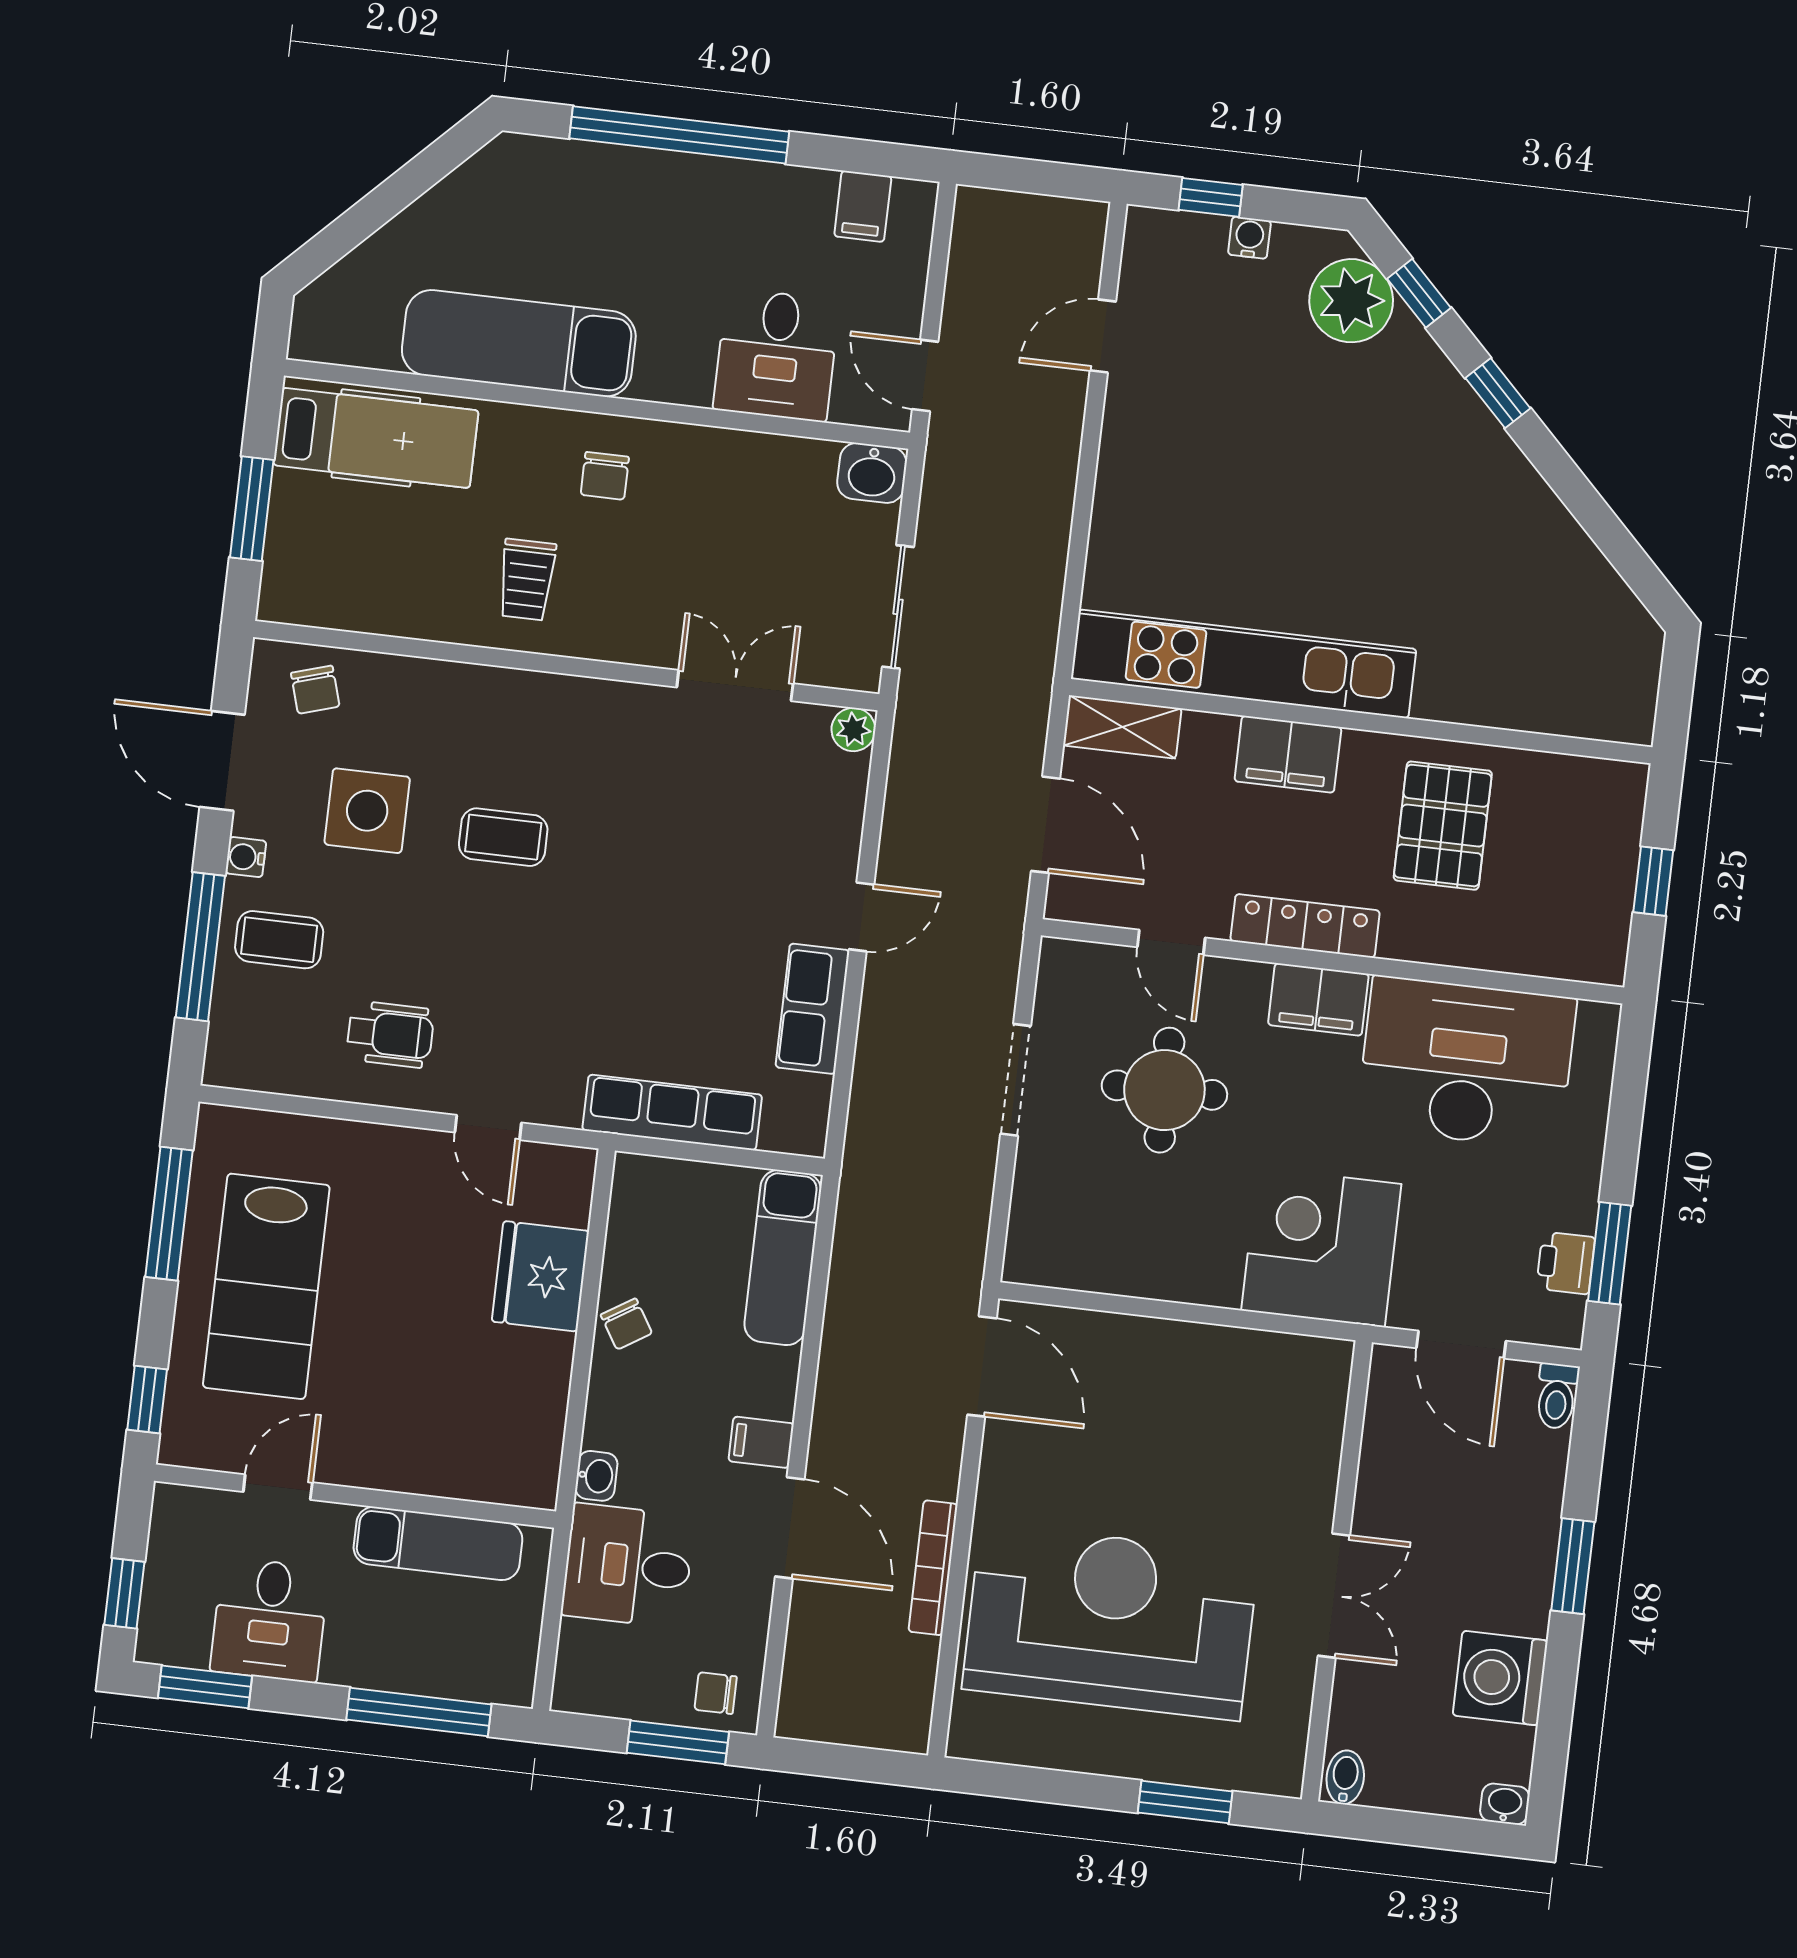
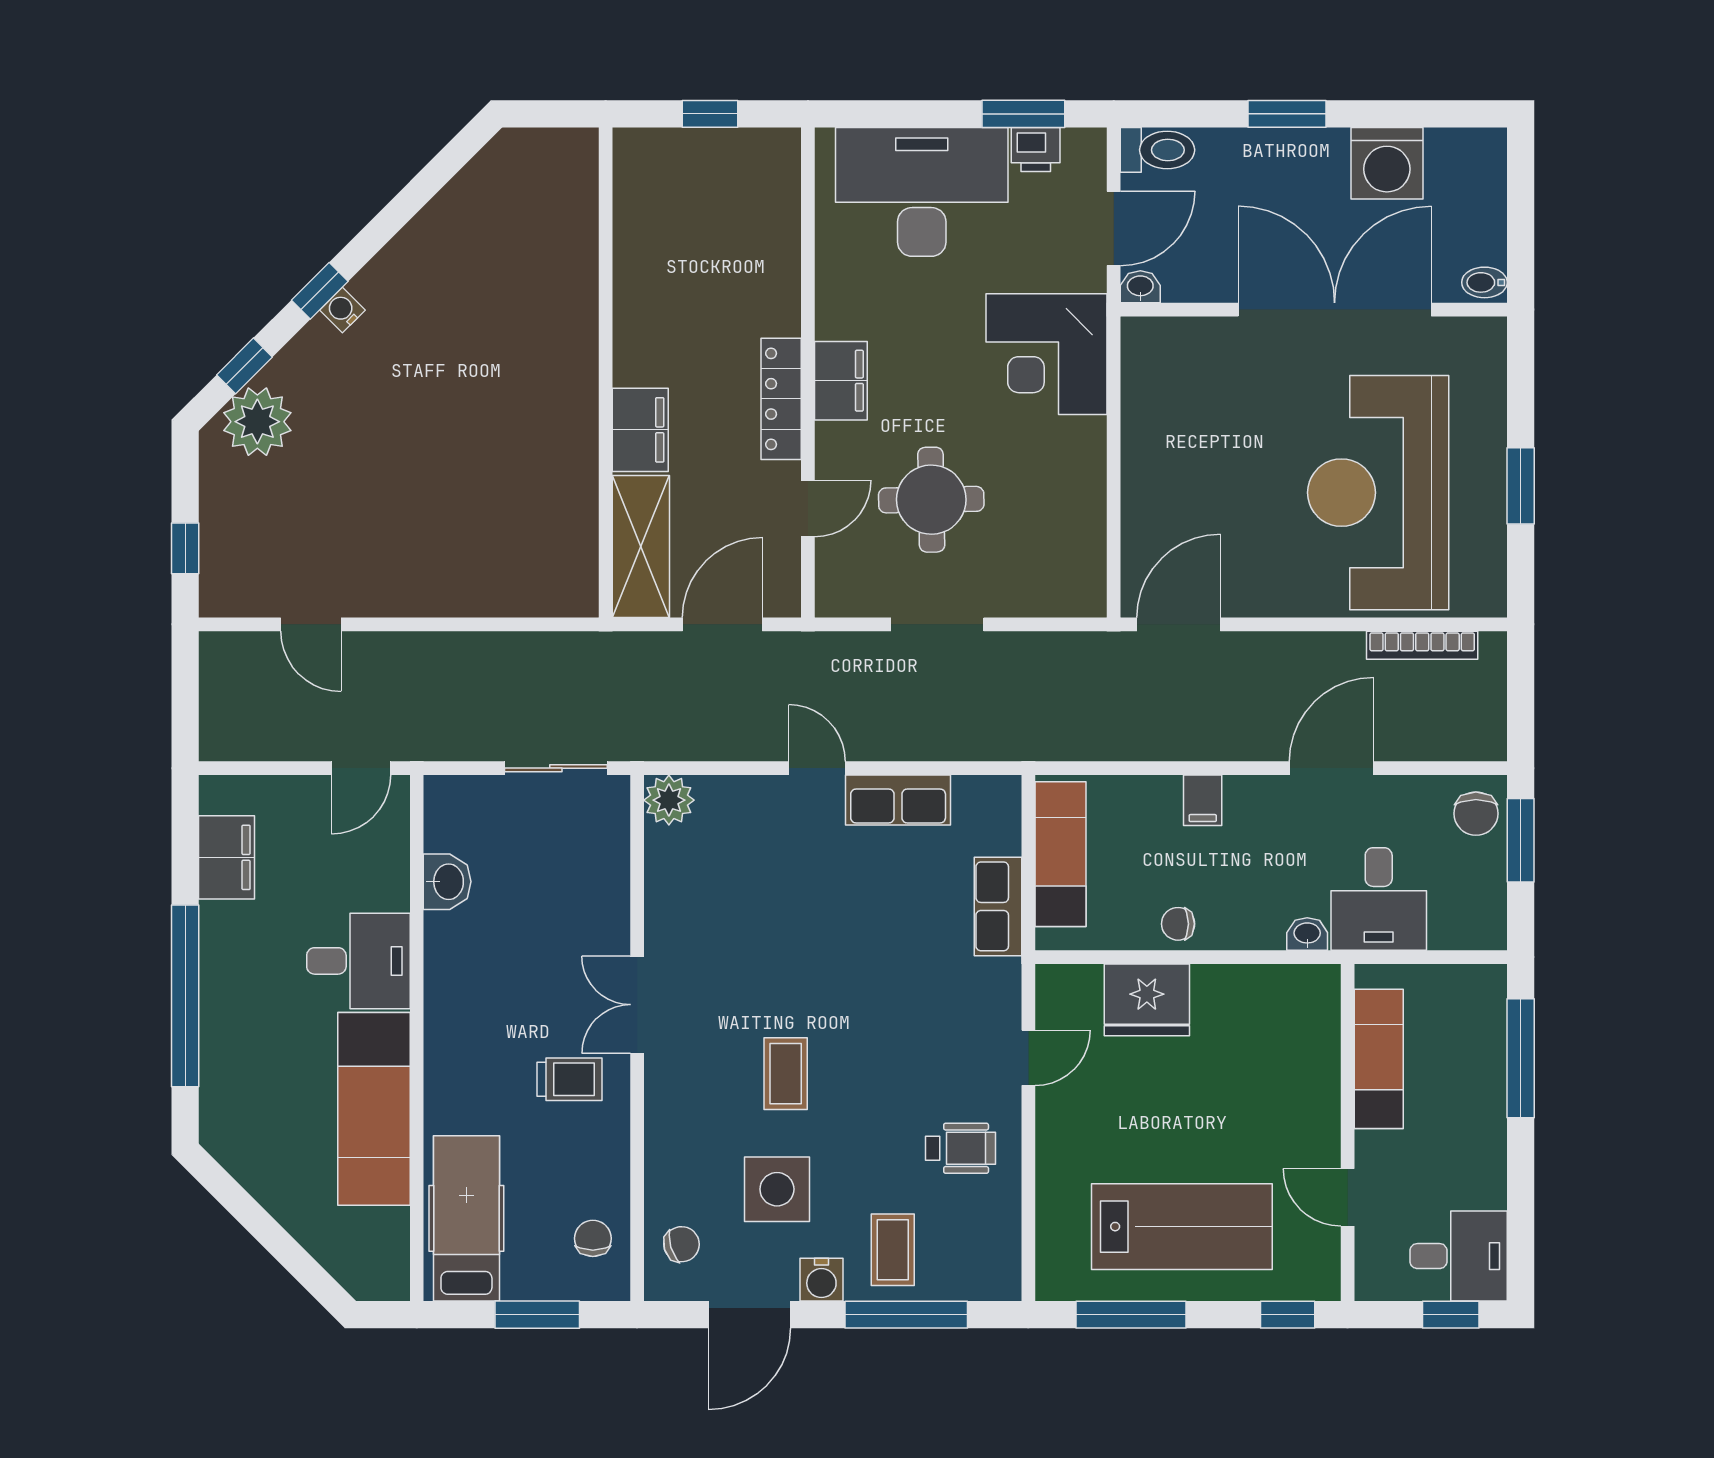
filing cabinet: (863, 206) -> (227, 857), width x2.00
water cooler: (1249, 238) -> (342, 310), moved, turned 45
desk: (776, 355) -> (358, 961), moved
washbasin: (872, 473) -> (447, 882), moved
chair: (605, 476) -> (593, 1238), moved, turned -90
kitchen unit: (1244, 664) -> (569, 476), removed
double door: (735, 685) -> (637, 1005), moved
shelving: (1122, 727) -> (641, 546), width x1.50, depth x1.33
plant: (853, 729) -> (669, 800), width x1.38, depth x1.38
pallet: (1443, 826) -> (684, 294), removed
water cooler: (246, 857) -> (821, 1280), width x1.38, depth x1.38
wheelchair: (390, 1034) -> (961, 1148), turned 90
desk: (1466, 1063) -> (922, 192), moved, turned 90
row of seats: (672, 1112) -> (998, 906), width x0.68
exam couch: (783, 1257) -> (1060, 854), moved, turned -90
chair: (626, 1324) -> (1178, 924), turned -148
toilet: (1557, 1396) -> (1157, 150), width x1.37, depth x1.39
filing cabinet: (761, 1442) -> (1203, 800), moved
bookcase: (933, 1568) -> (1422, 645), moved
double door: (1334, 1596) -> (1335, 310), width x1.87
desk: (270, 1620) -> (1459, 1256), moved
window: (205, 1687) -> (1521, 1238), removed
chair: (716, 1693) -> (1476, 814), width x1.37, depth x1.37
window: (1185, 1802) -> (1521, 486), moved
washbasin: (1505, 1804) -> (1140, 287), moved, turned 90

